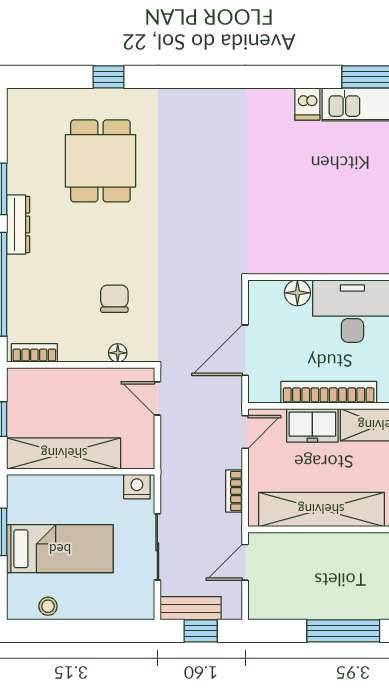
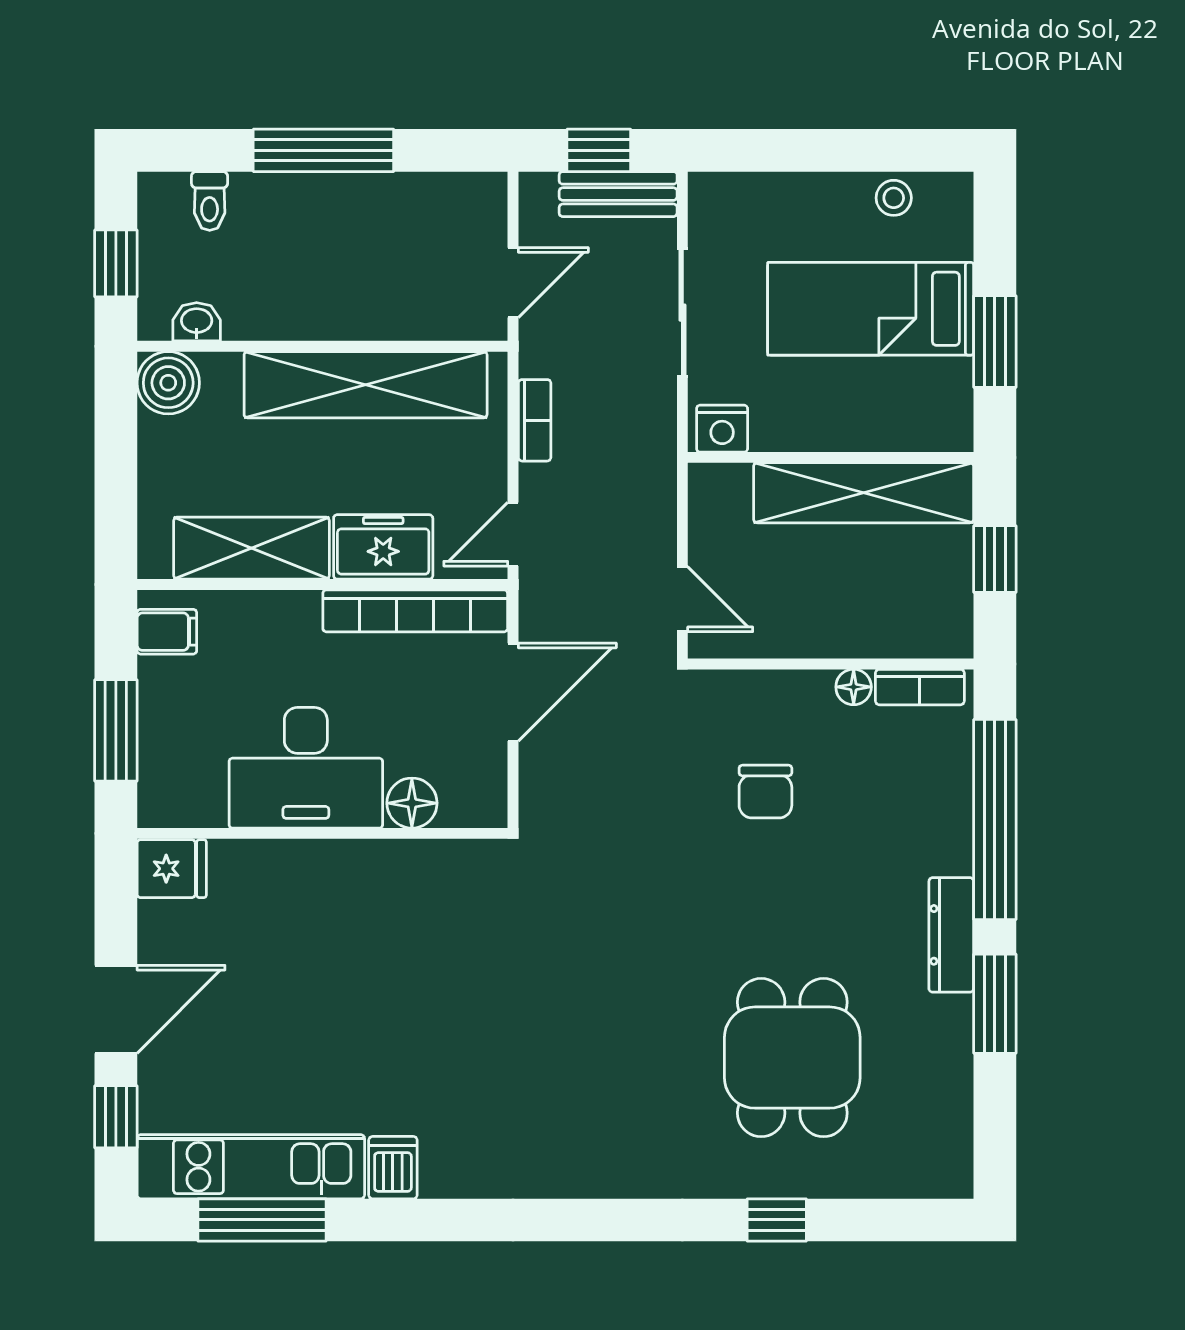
floor lamp: (118, 353) -> (854, 687), moved
bookcase: (329, 392) -> (415, 611), moved

